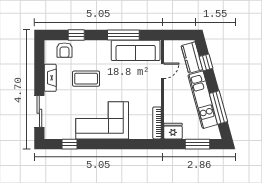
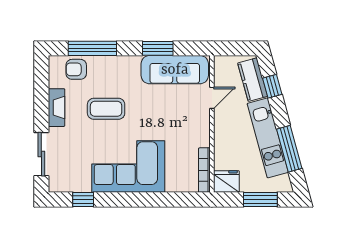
window: (76, 35) -> (92, 48), width x2.17
window: (123, 35) -> (158, 48), width x0.69
armchair: (64, 50) -> (76, 69), turned 90

